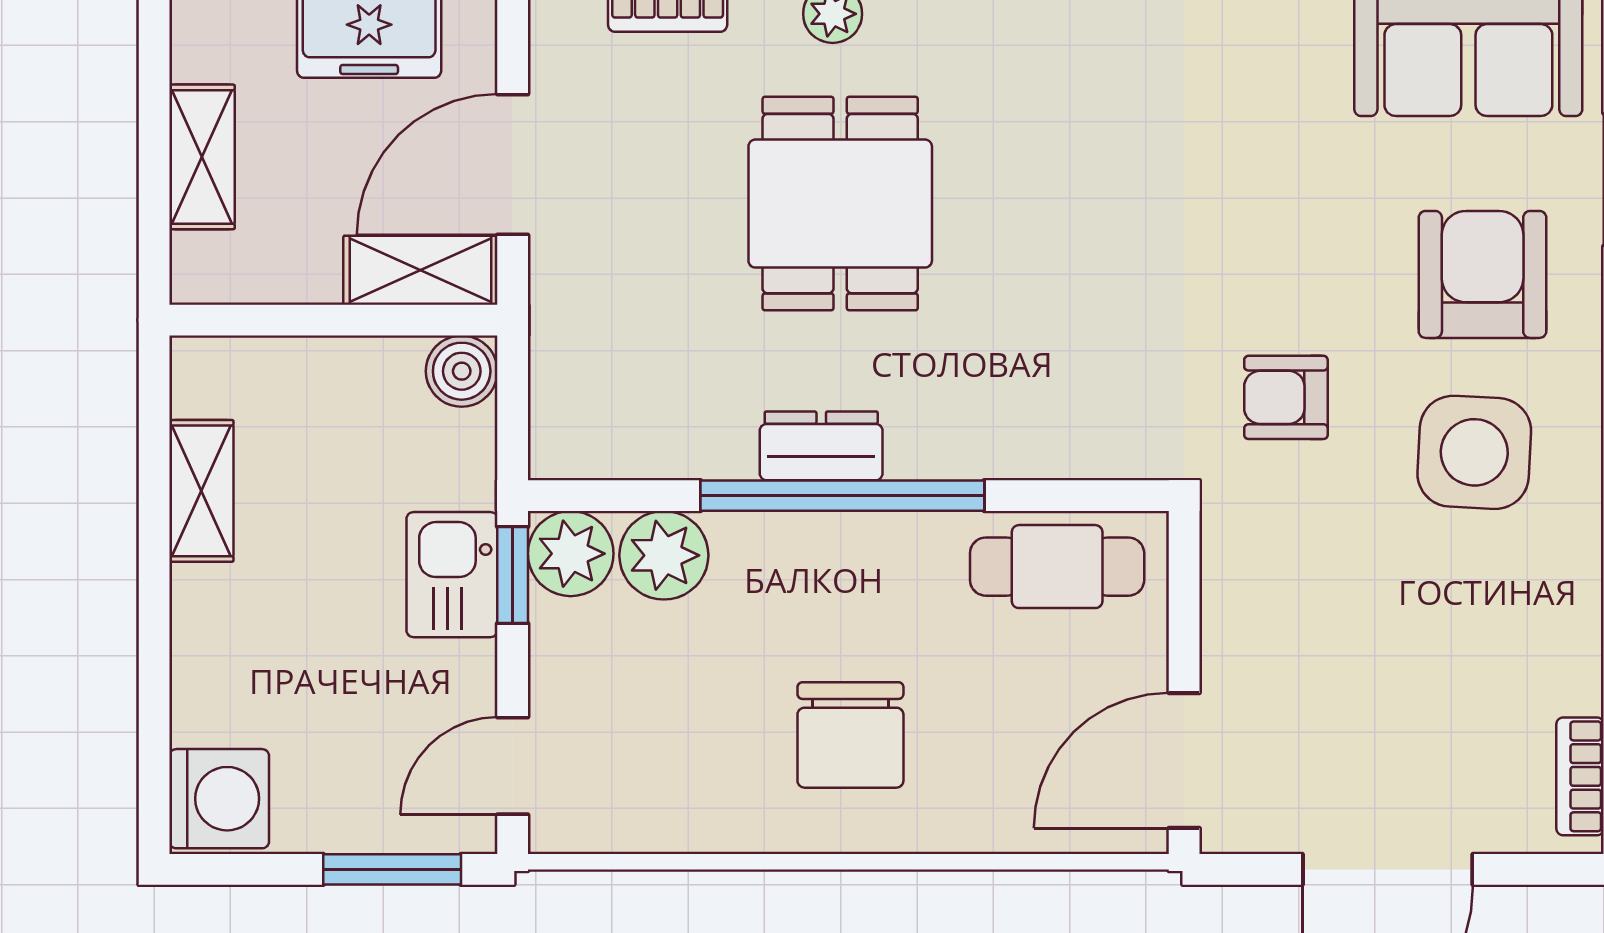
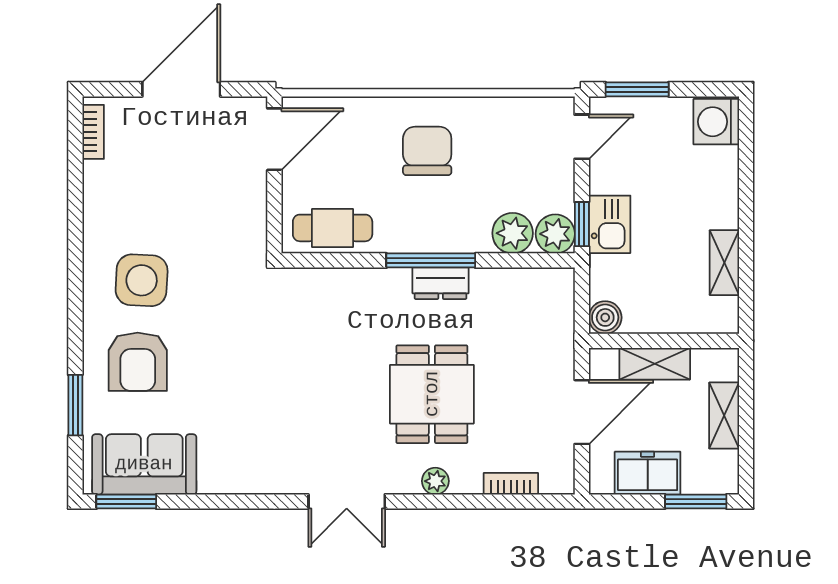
shelving: (420, 270) -> (655, 364), moved
armchair: (1286, 397) -> (228, 305), removed
window: (842, 496) -> (431, 260), width x0.68

